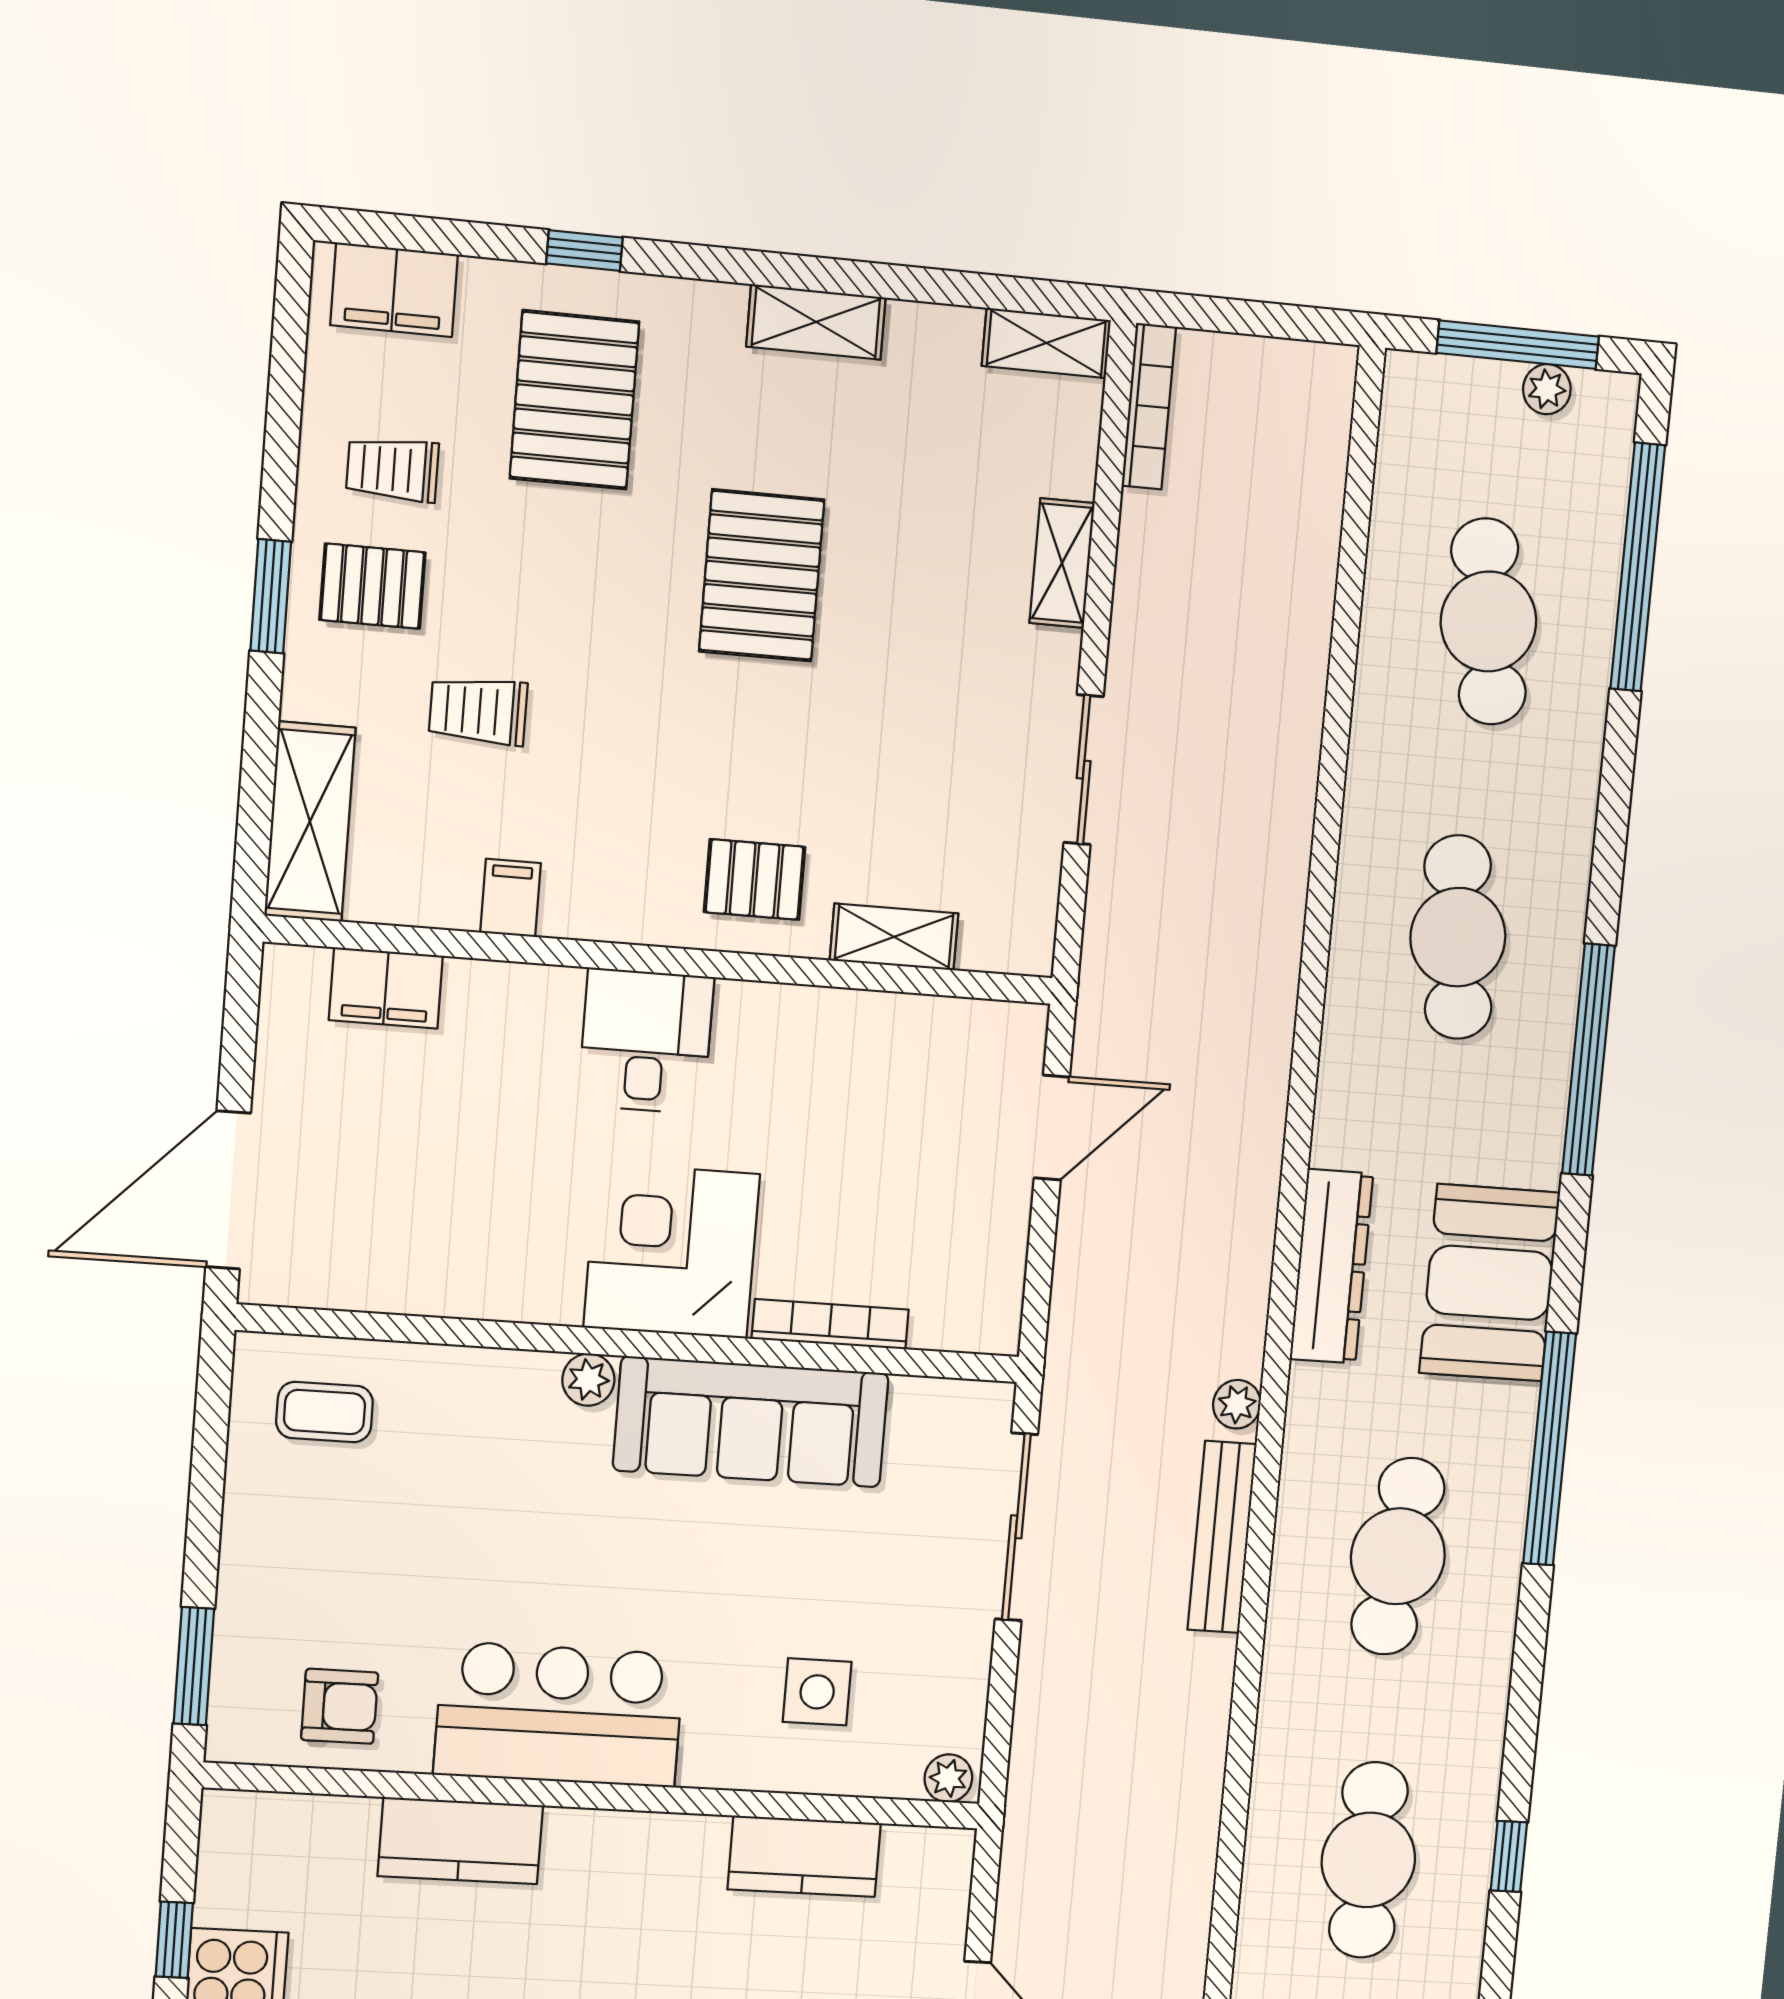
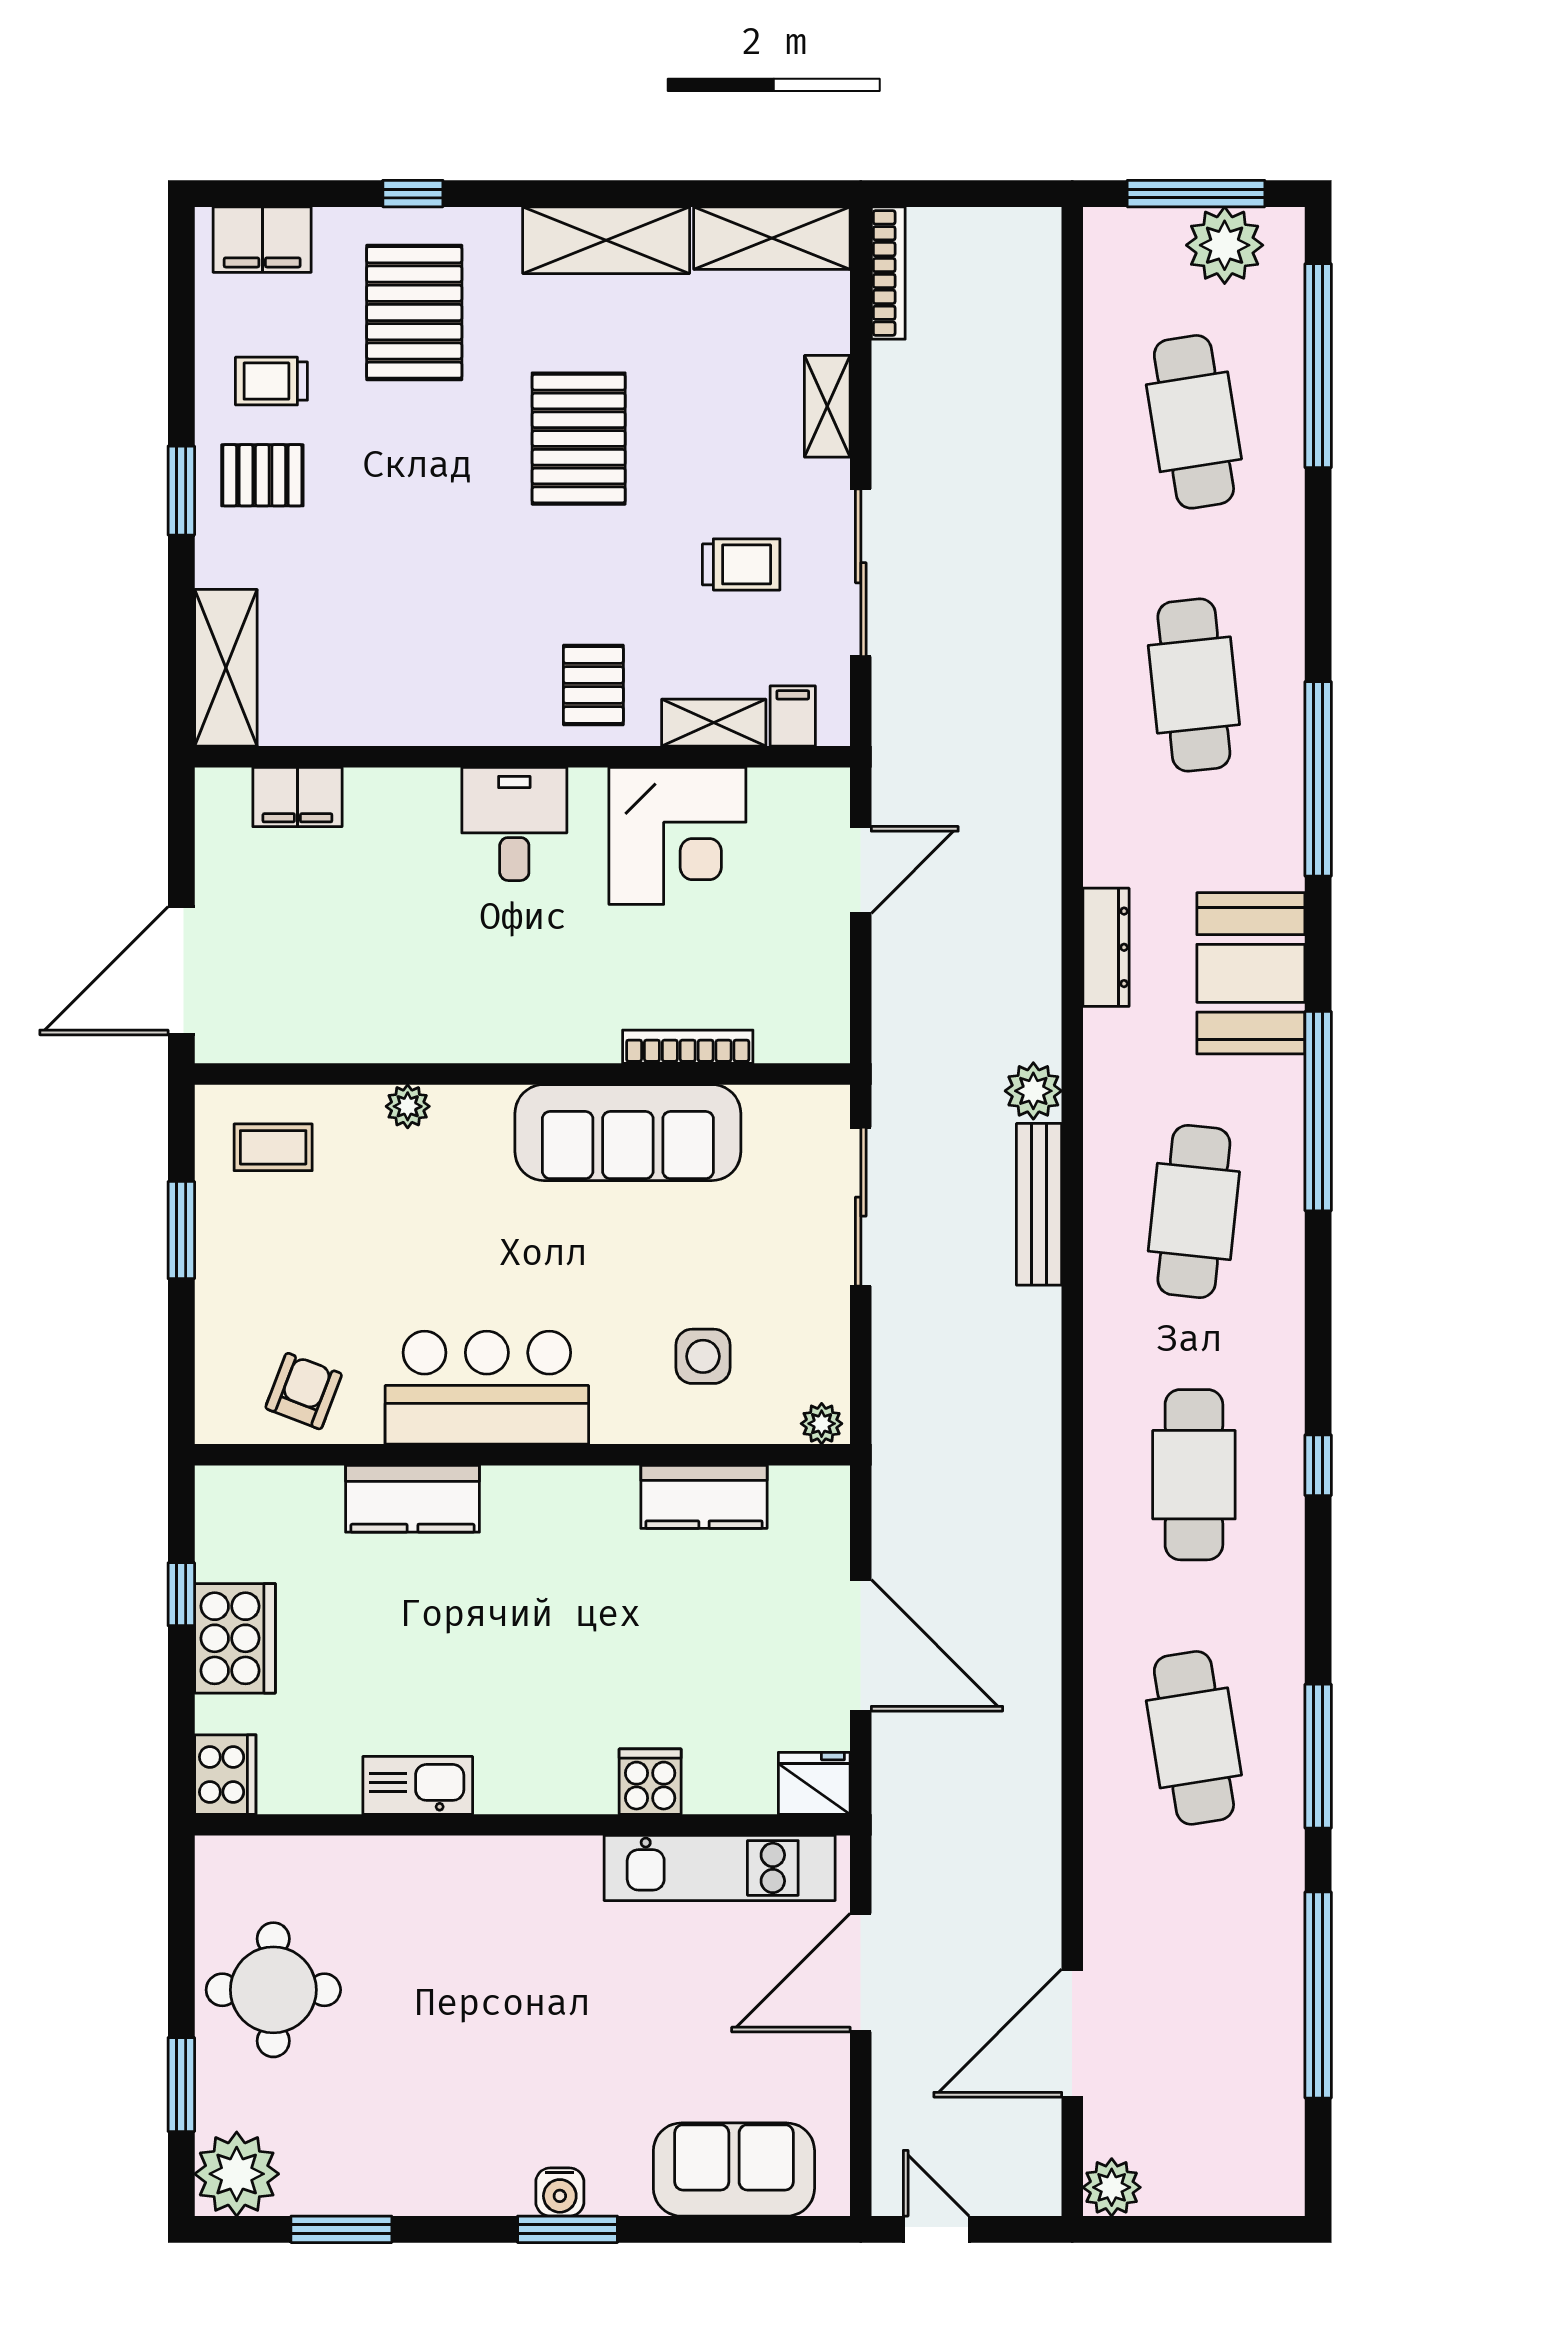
shelving: (816, 322) -> (606, 240), width x1.50, depth x1.33
shelving: (1046, 343) -> (772, 238), width x1.50, depth x1.33
plant: (1547, 389) -> (1225, 245), width x1.87, depth x1.87
trolley: (478, 711) -> (741, 564), moved, turned 180
sliding door: (1084, 770) -> (861, 573), width x1.37
pallet: (755, 879) -> (593, 685), turned 90
filing cabinet: (511, 898) -> (793, 716), moved
corner desk: (672, 1251) -> (677, 836), moved, turned 180
dresser: (1331, 1266) -> (1106, 947), width x0.73, depth x0.80
plant: (588, 1380) -> (408, 1106), moved
plant: (1237, 1404) -> (1033, 1091), width x1.38, depth x1.38
window: (194, 1666) -> (181, 1230), moved
armchair: (340, 1706) -> (304, 1391), turned -69

